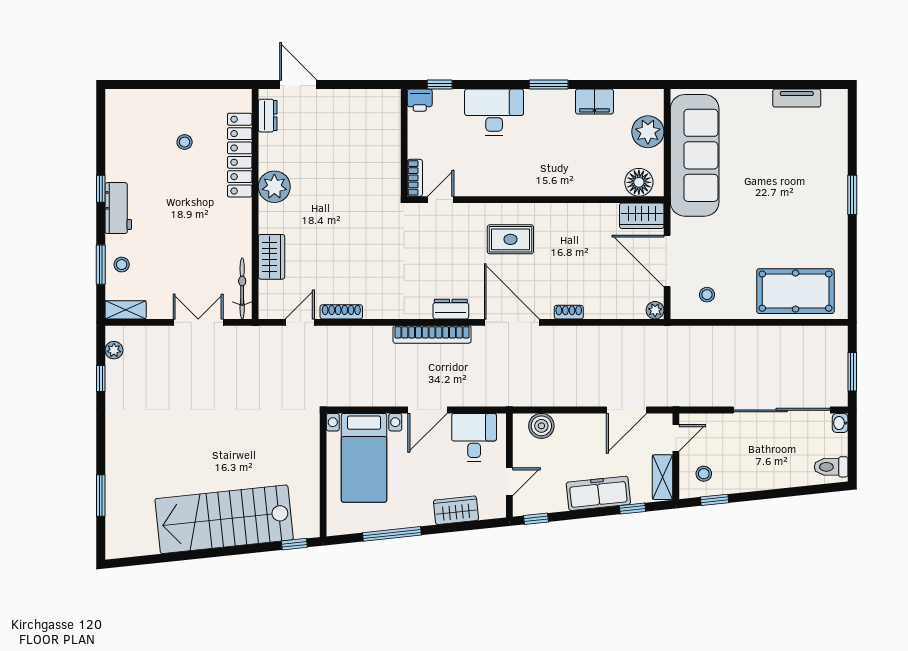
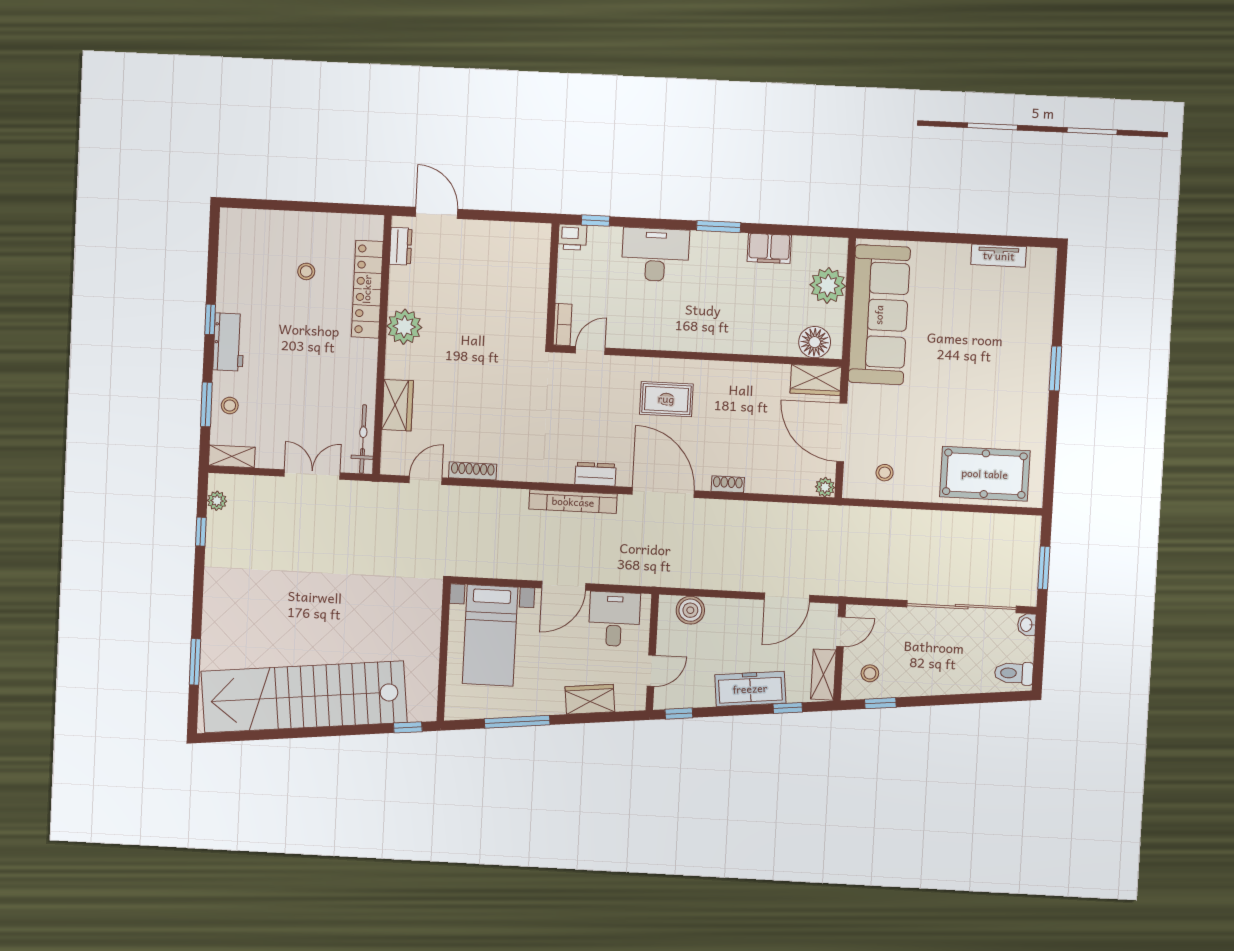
stairs: (224, 519) -> (304, 697), width x1.36

